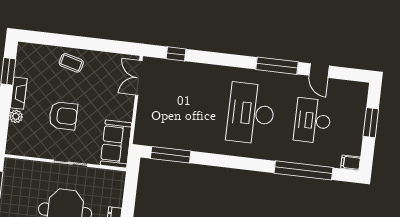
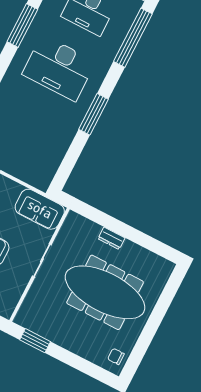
window: (171, 155) -> (94, 114), moved

